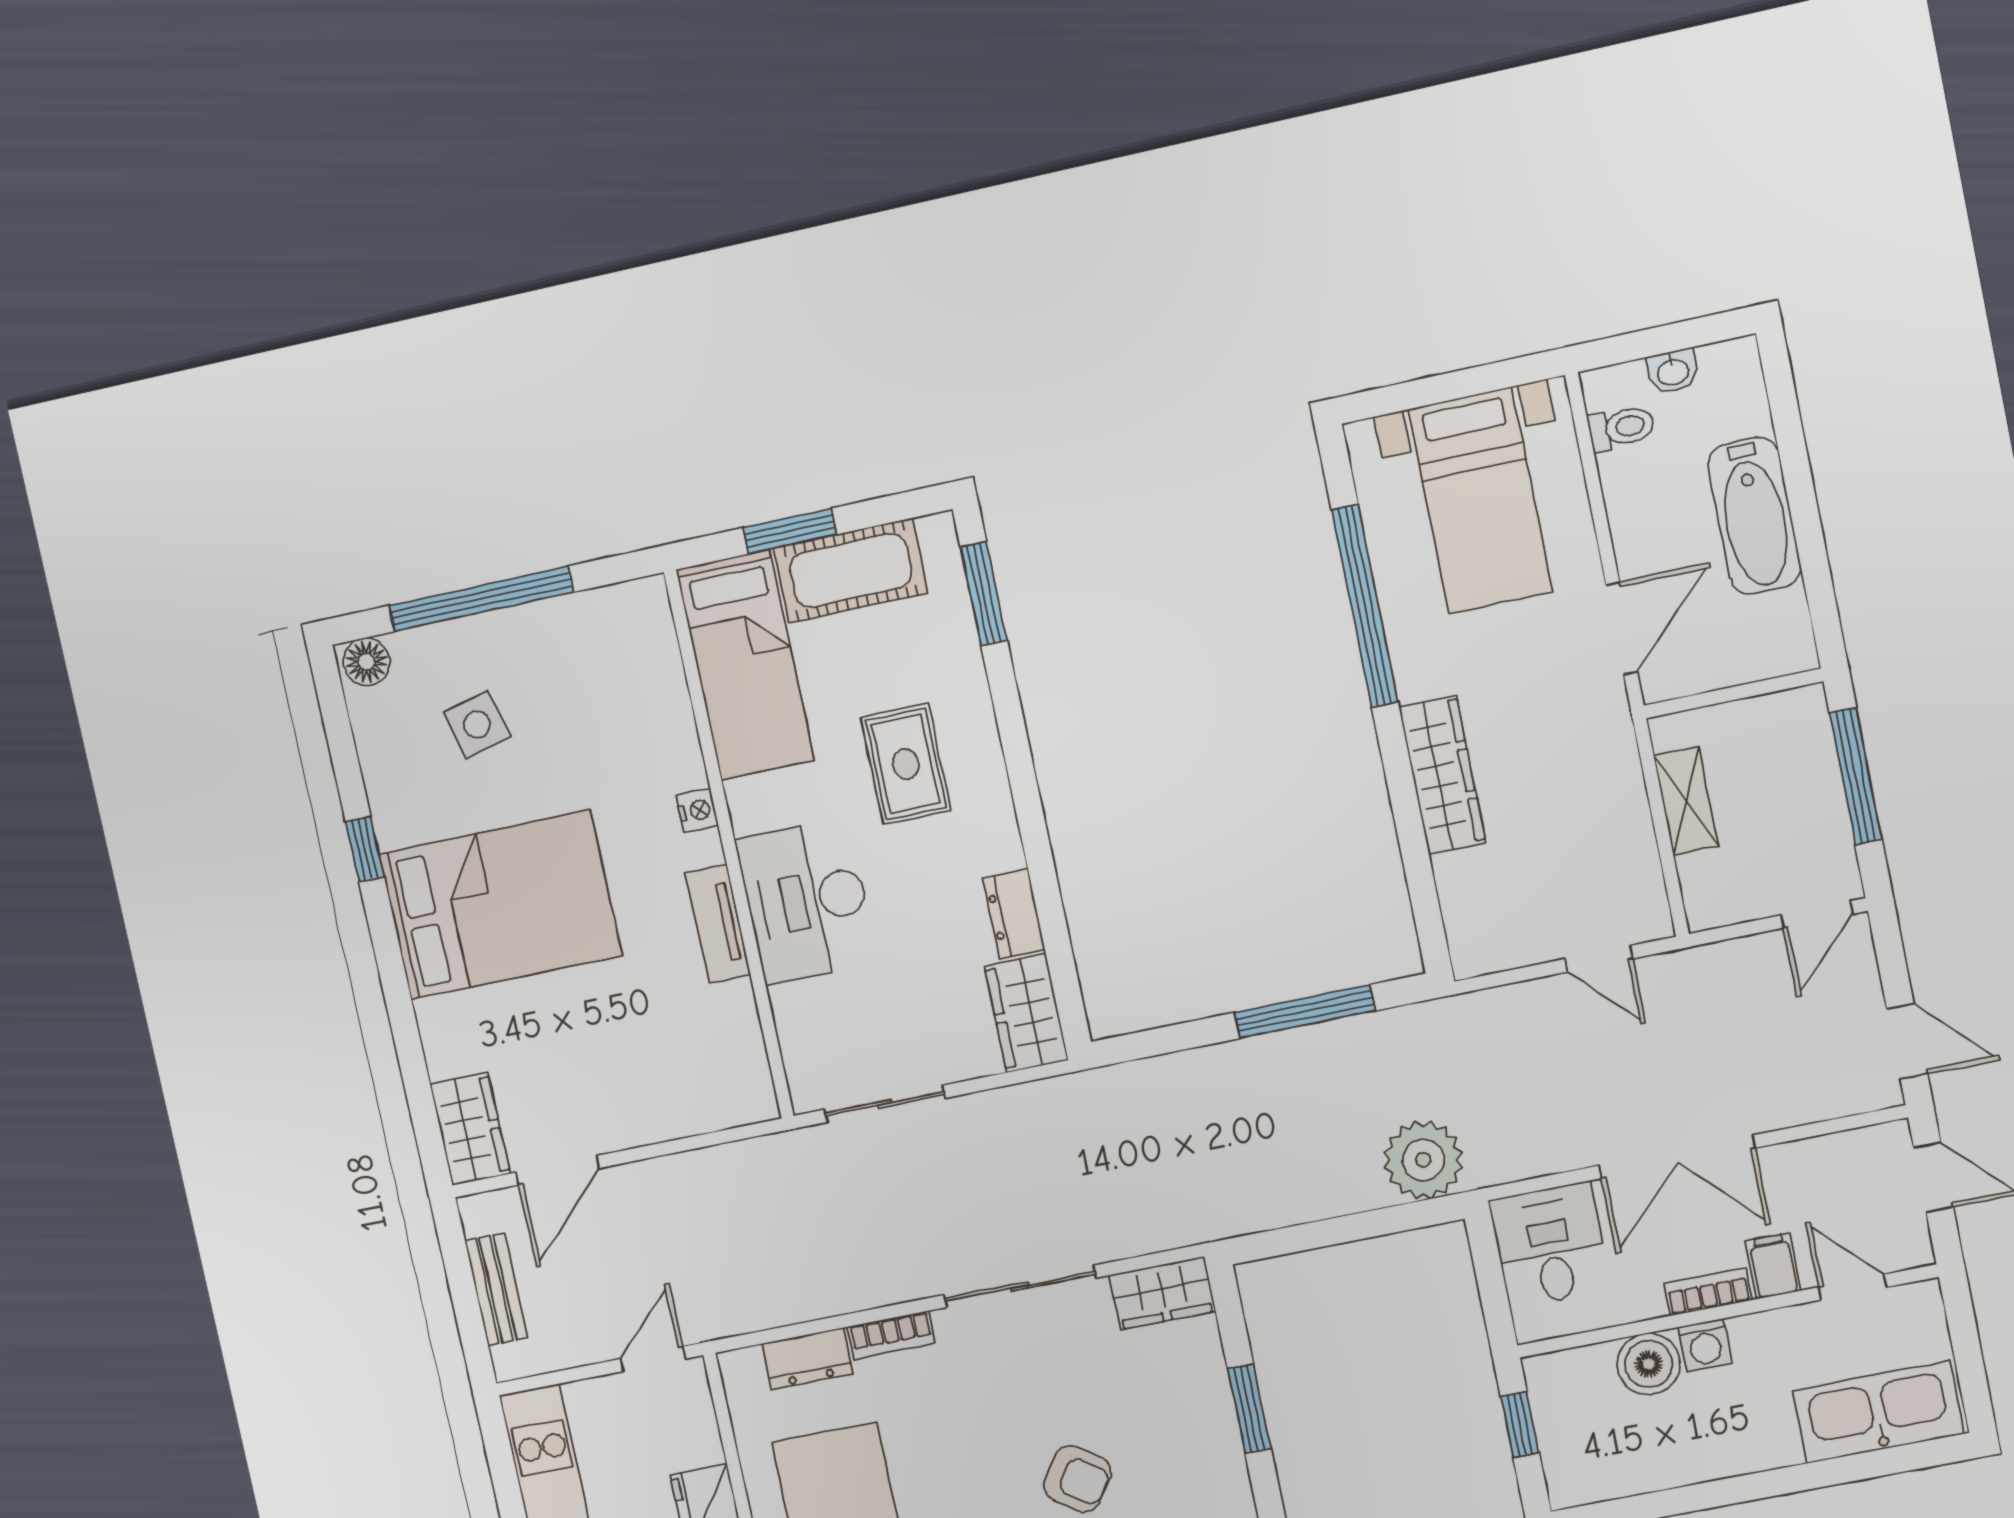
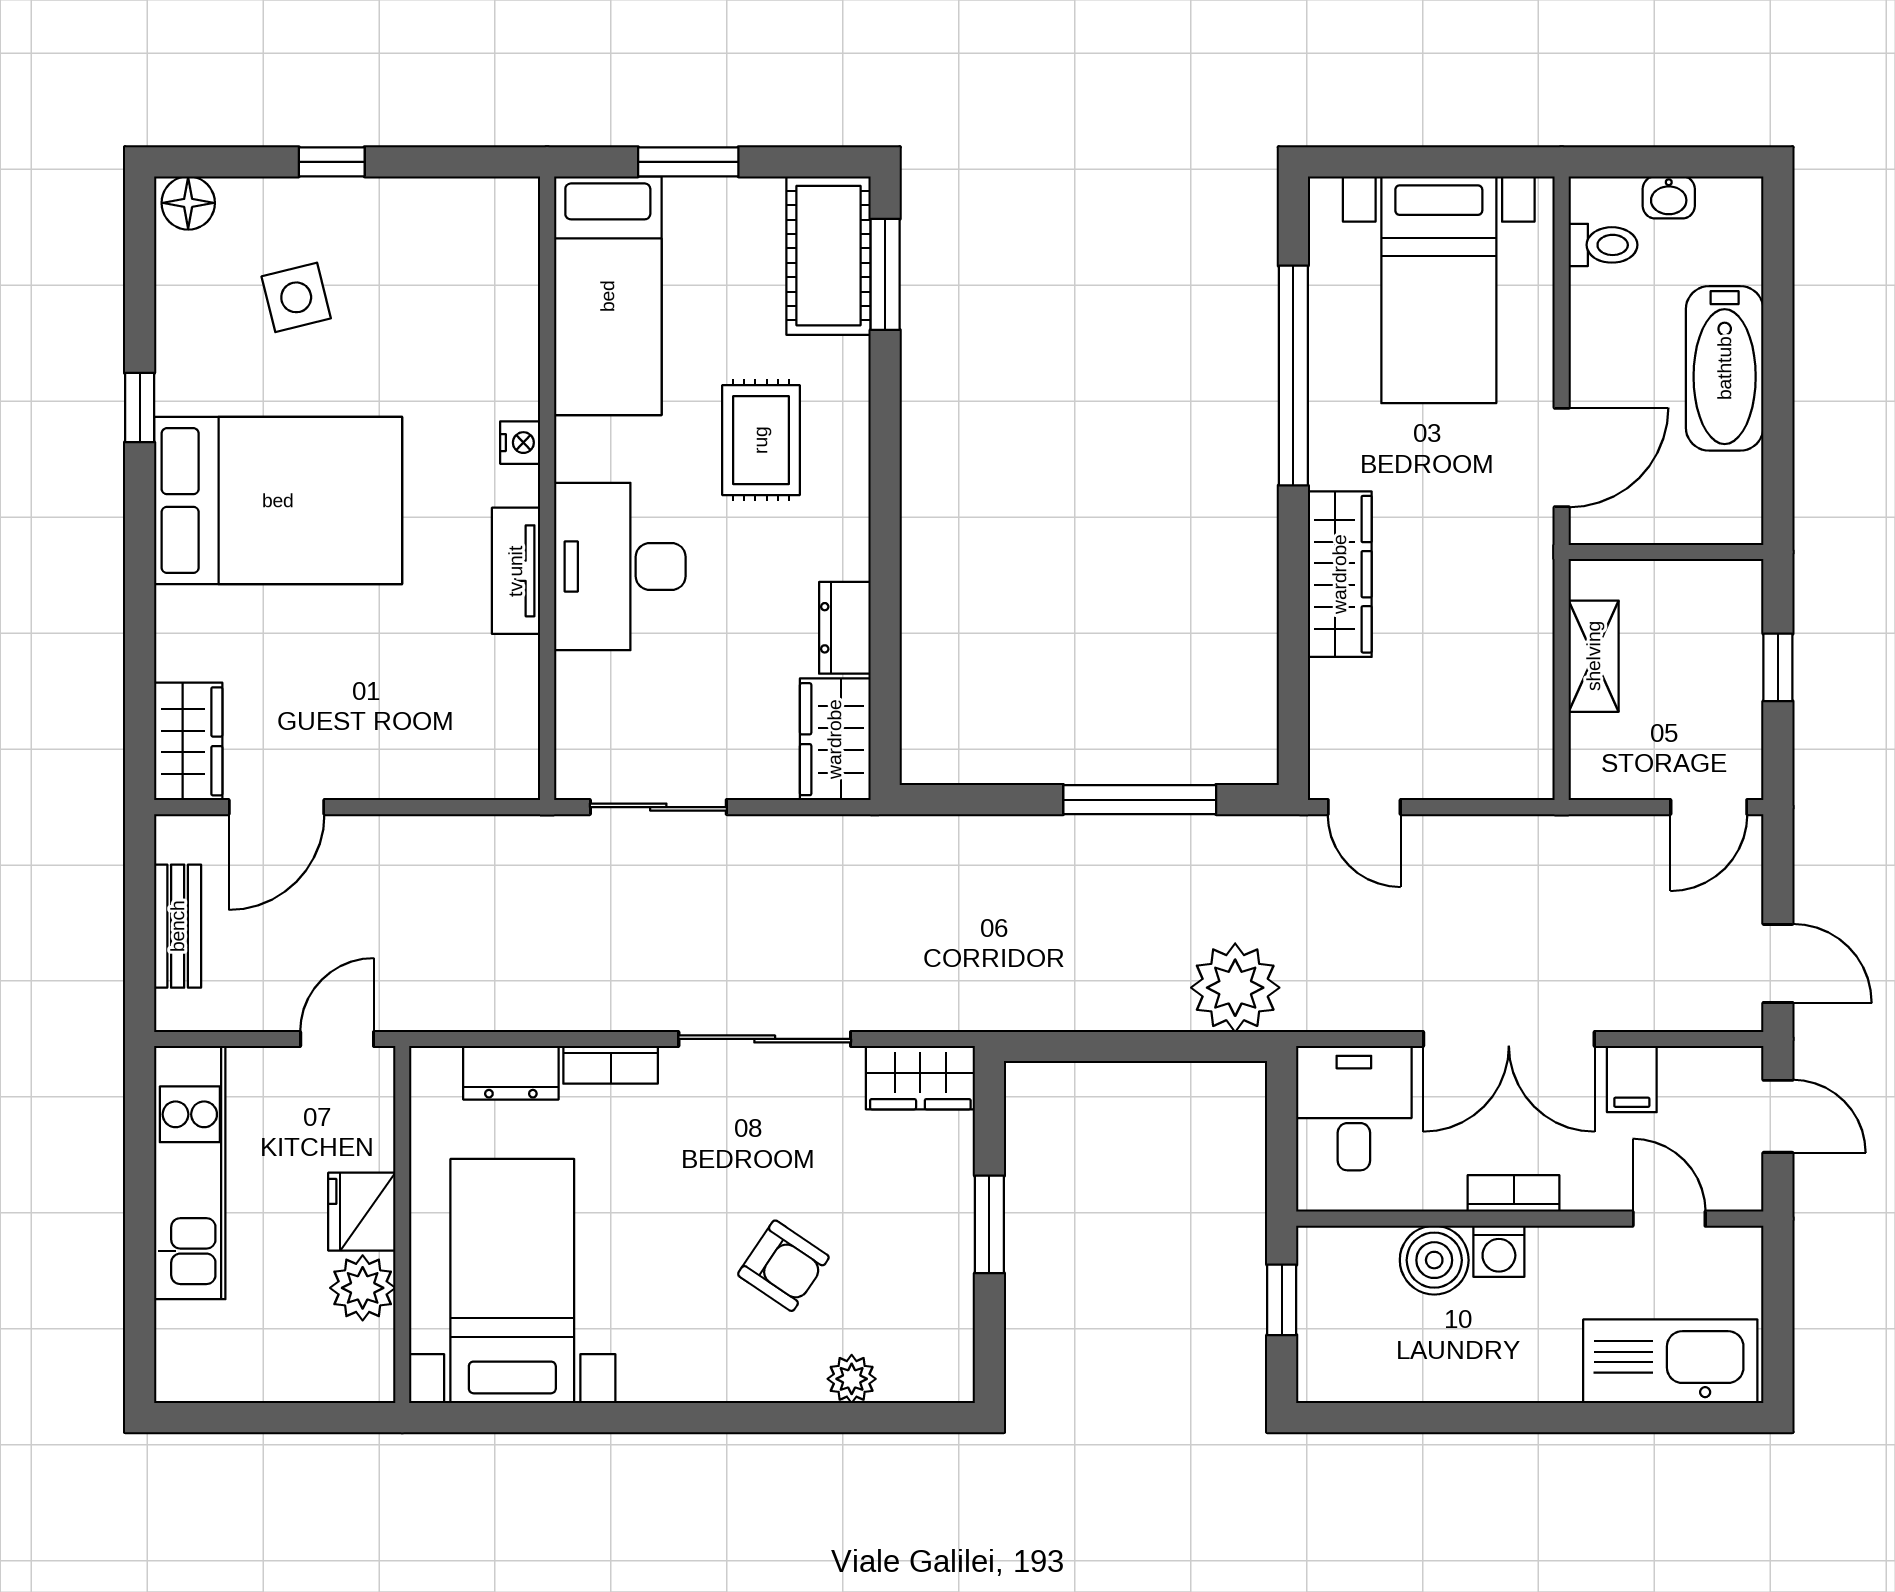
cot: (851, 571) -> (828, 256), moved, turned 90
window: (481, 599) -> (332, 162), width x0.32
window: (1856, 776) -> (1778, 667), width x0.46
door: (1599, 959) -> (1364, 807), moved
filing cabinet: (1773, 1266) -> (1632, 1079), moved, turned 180

